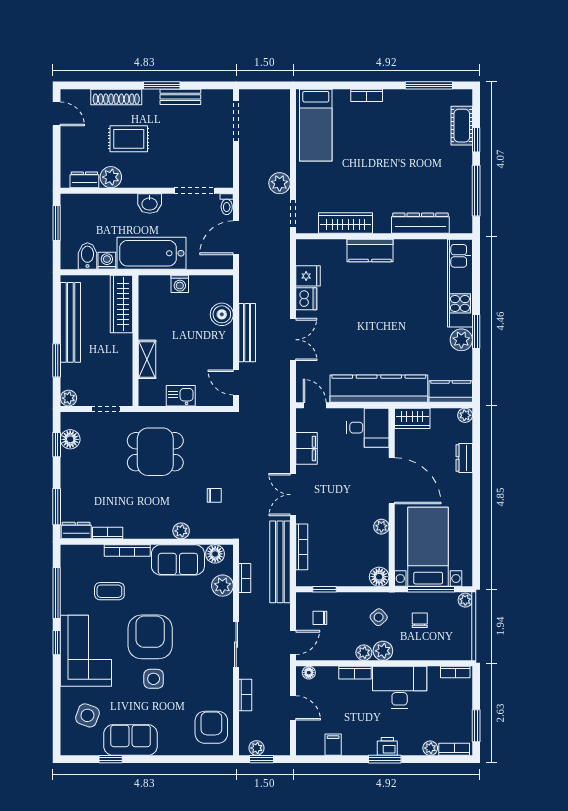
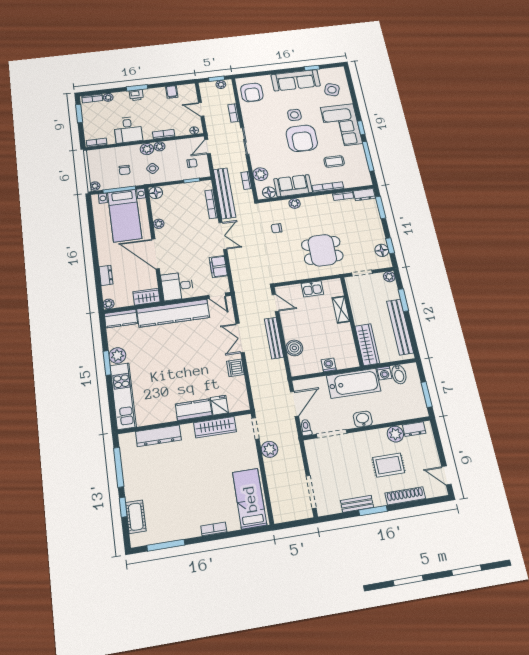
fridge: (308, 276) -> (219, 405), moved, turned 90
desk: (400, 687) -> (128, 130), width x0.73
sofa: (131, 740) -> (296, 80), width x1.36

